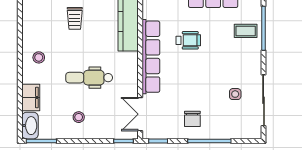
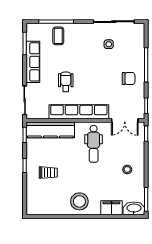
stool: (39, 57) -> (79, 201), width x1.89, depth x1.89
dental chair: (89, 78) -> (94, 144), moved

